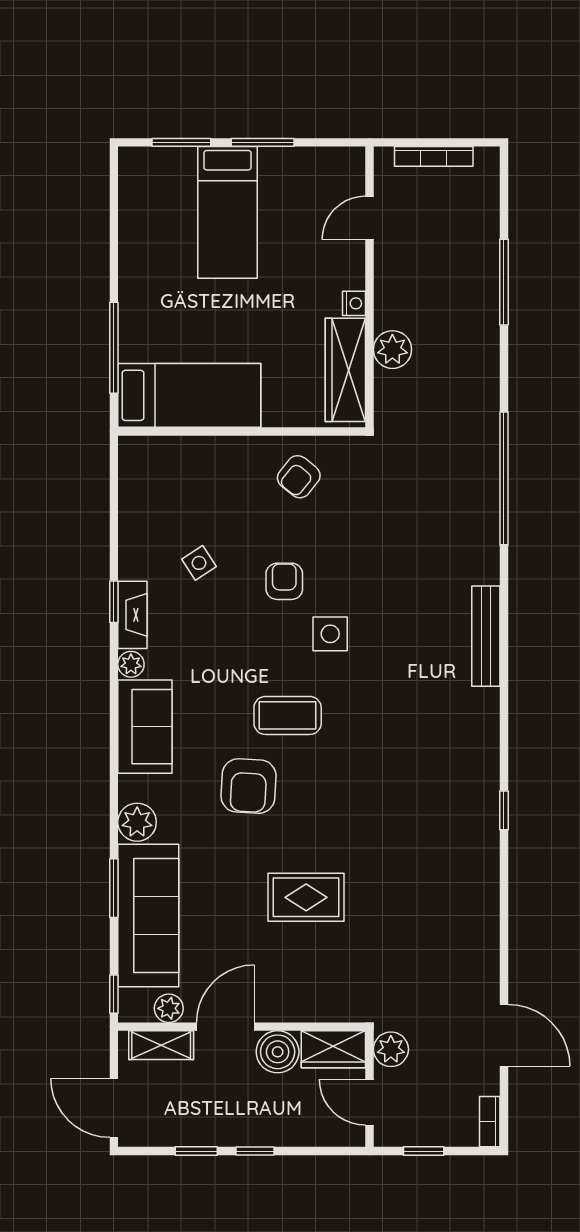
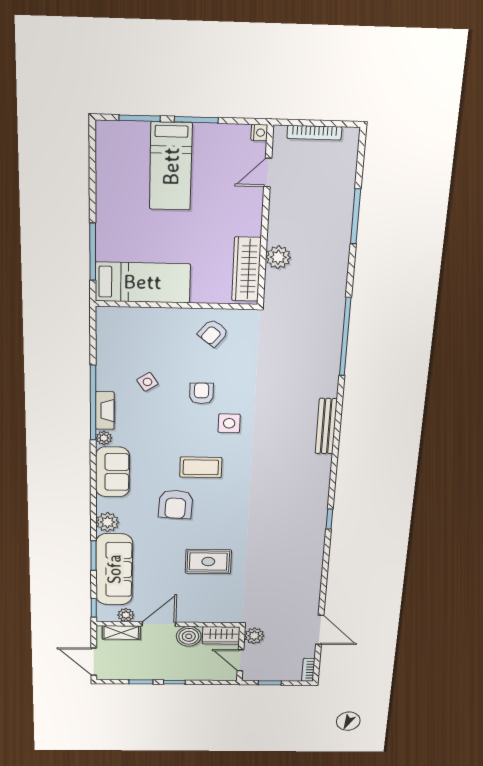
nightstand: (354, 303) -> (259, 133), moved
window: (114, 602) -> (93, 403), width x3.17

